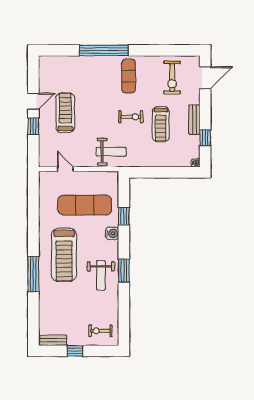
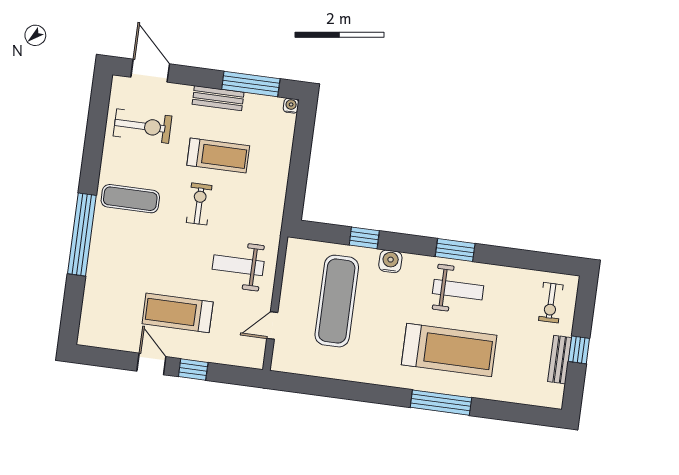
window: (205, 138) -> (251, 84), width x2.17
weight bench: (111, 152) -> (238, 265), moved, turned -90
treadmill: (64, 255) -> (449, 350), moved
bench: (52, 340) -> (560, 360), moved

